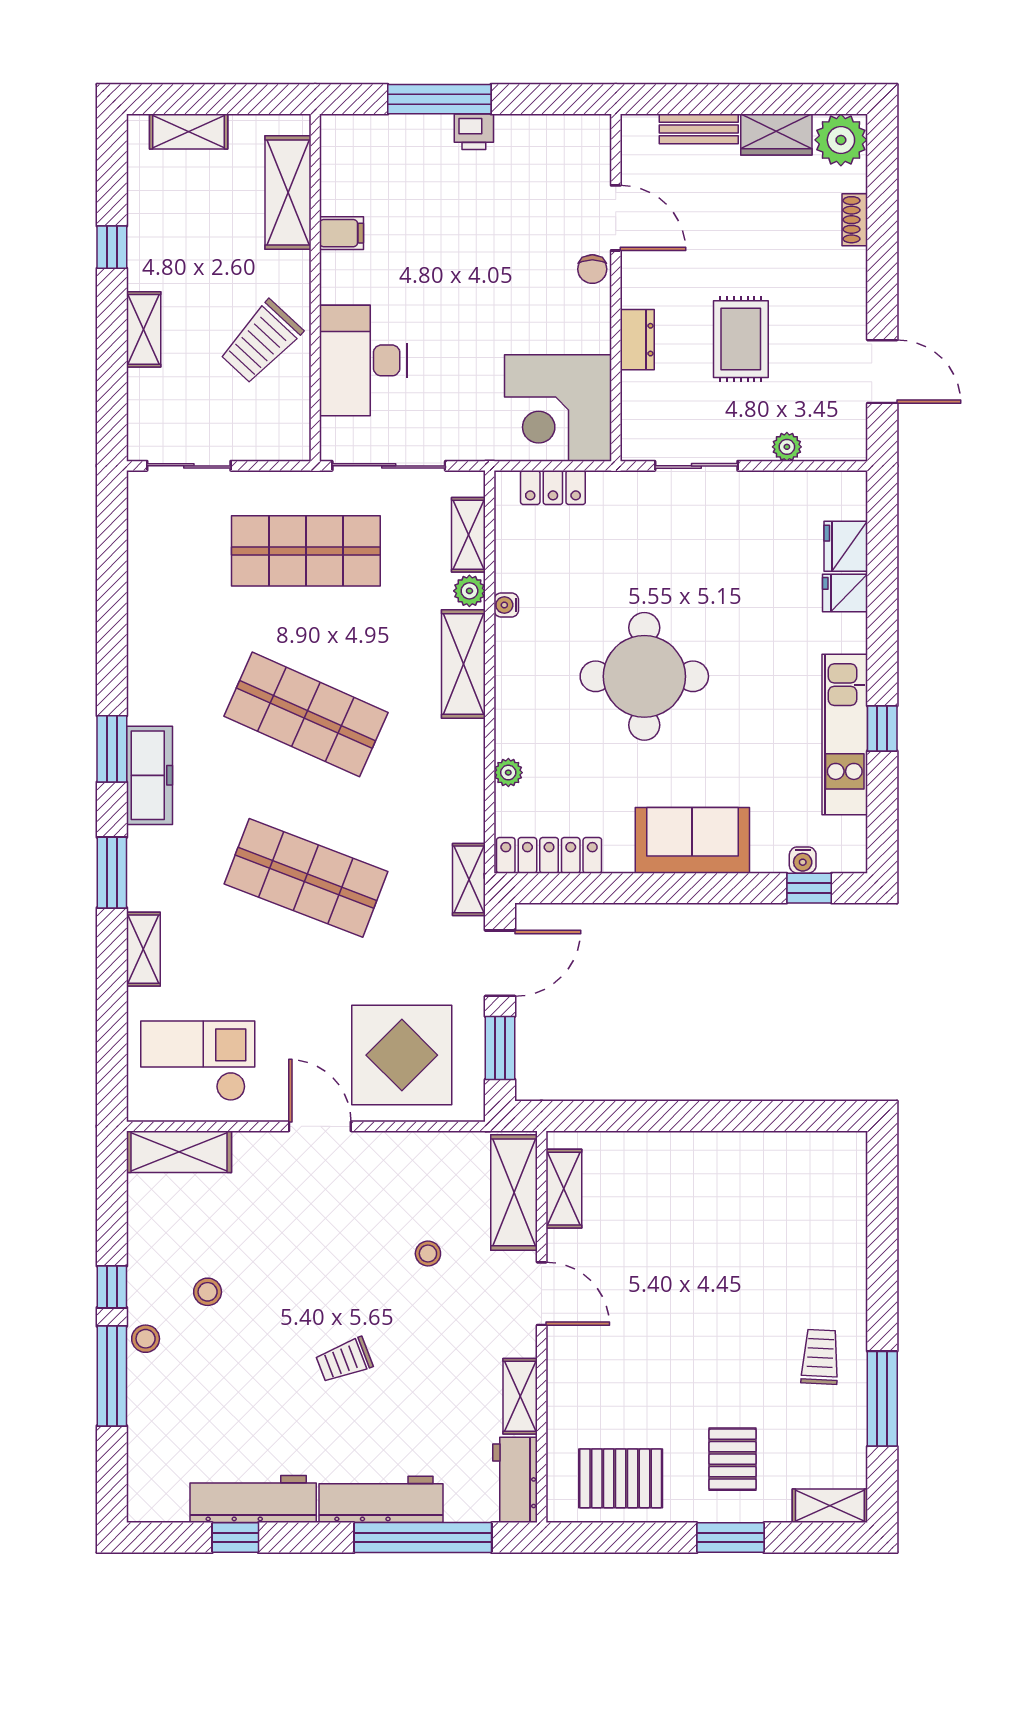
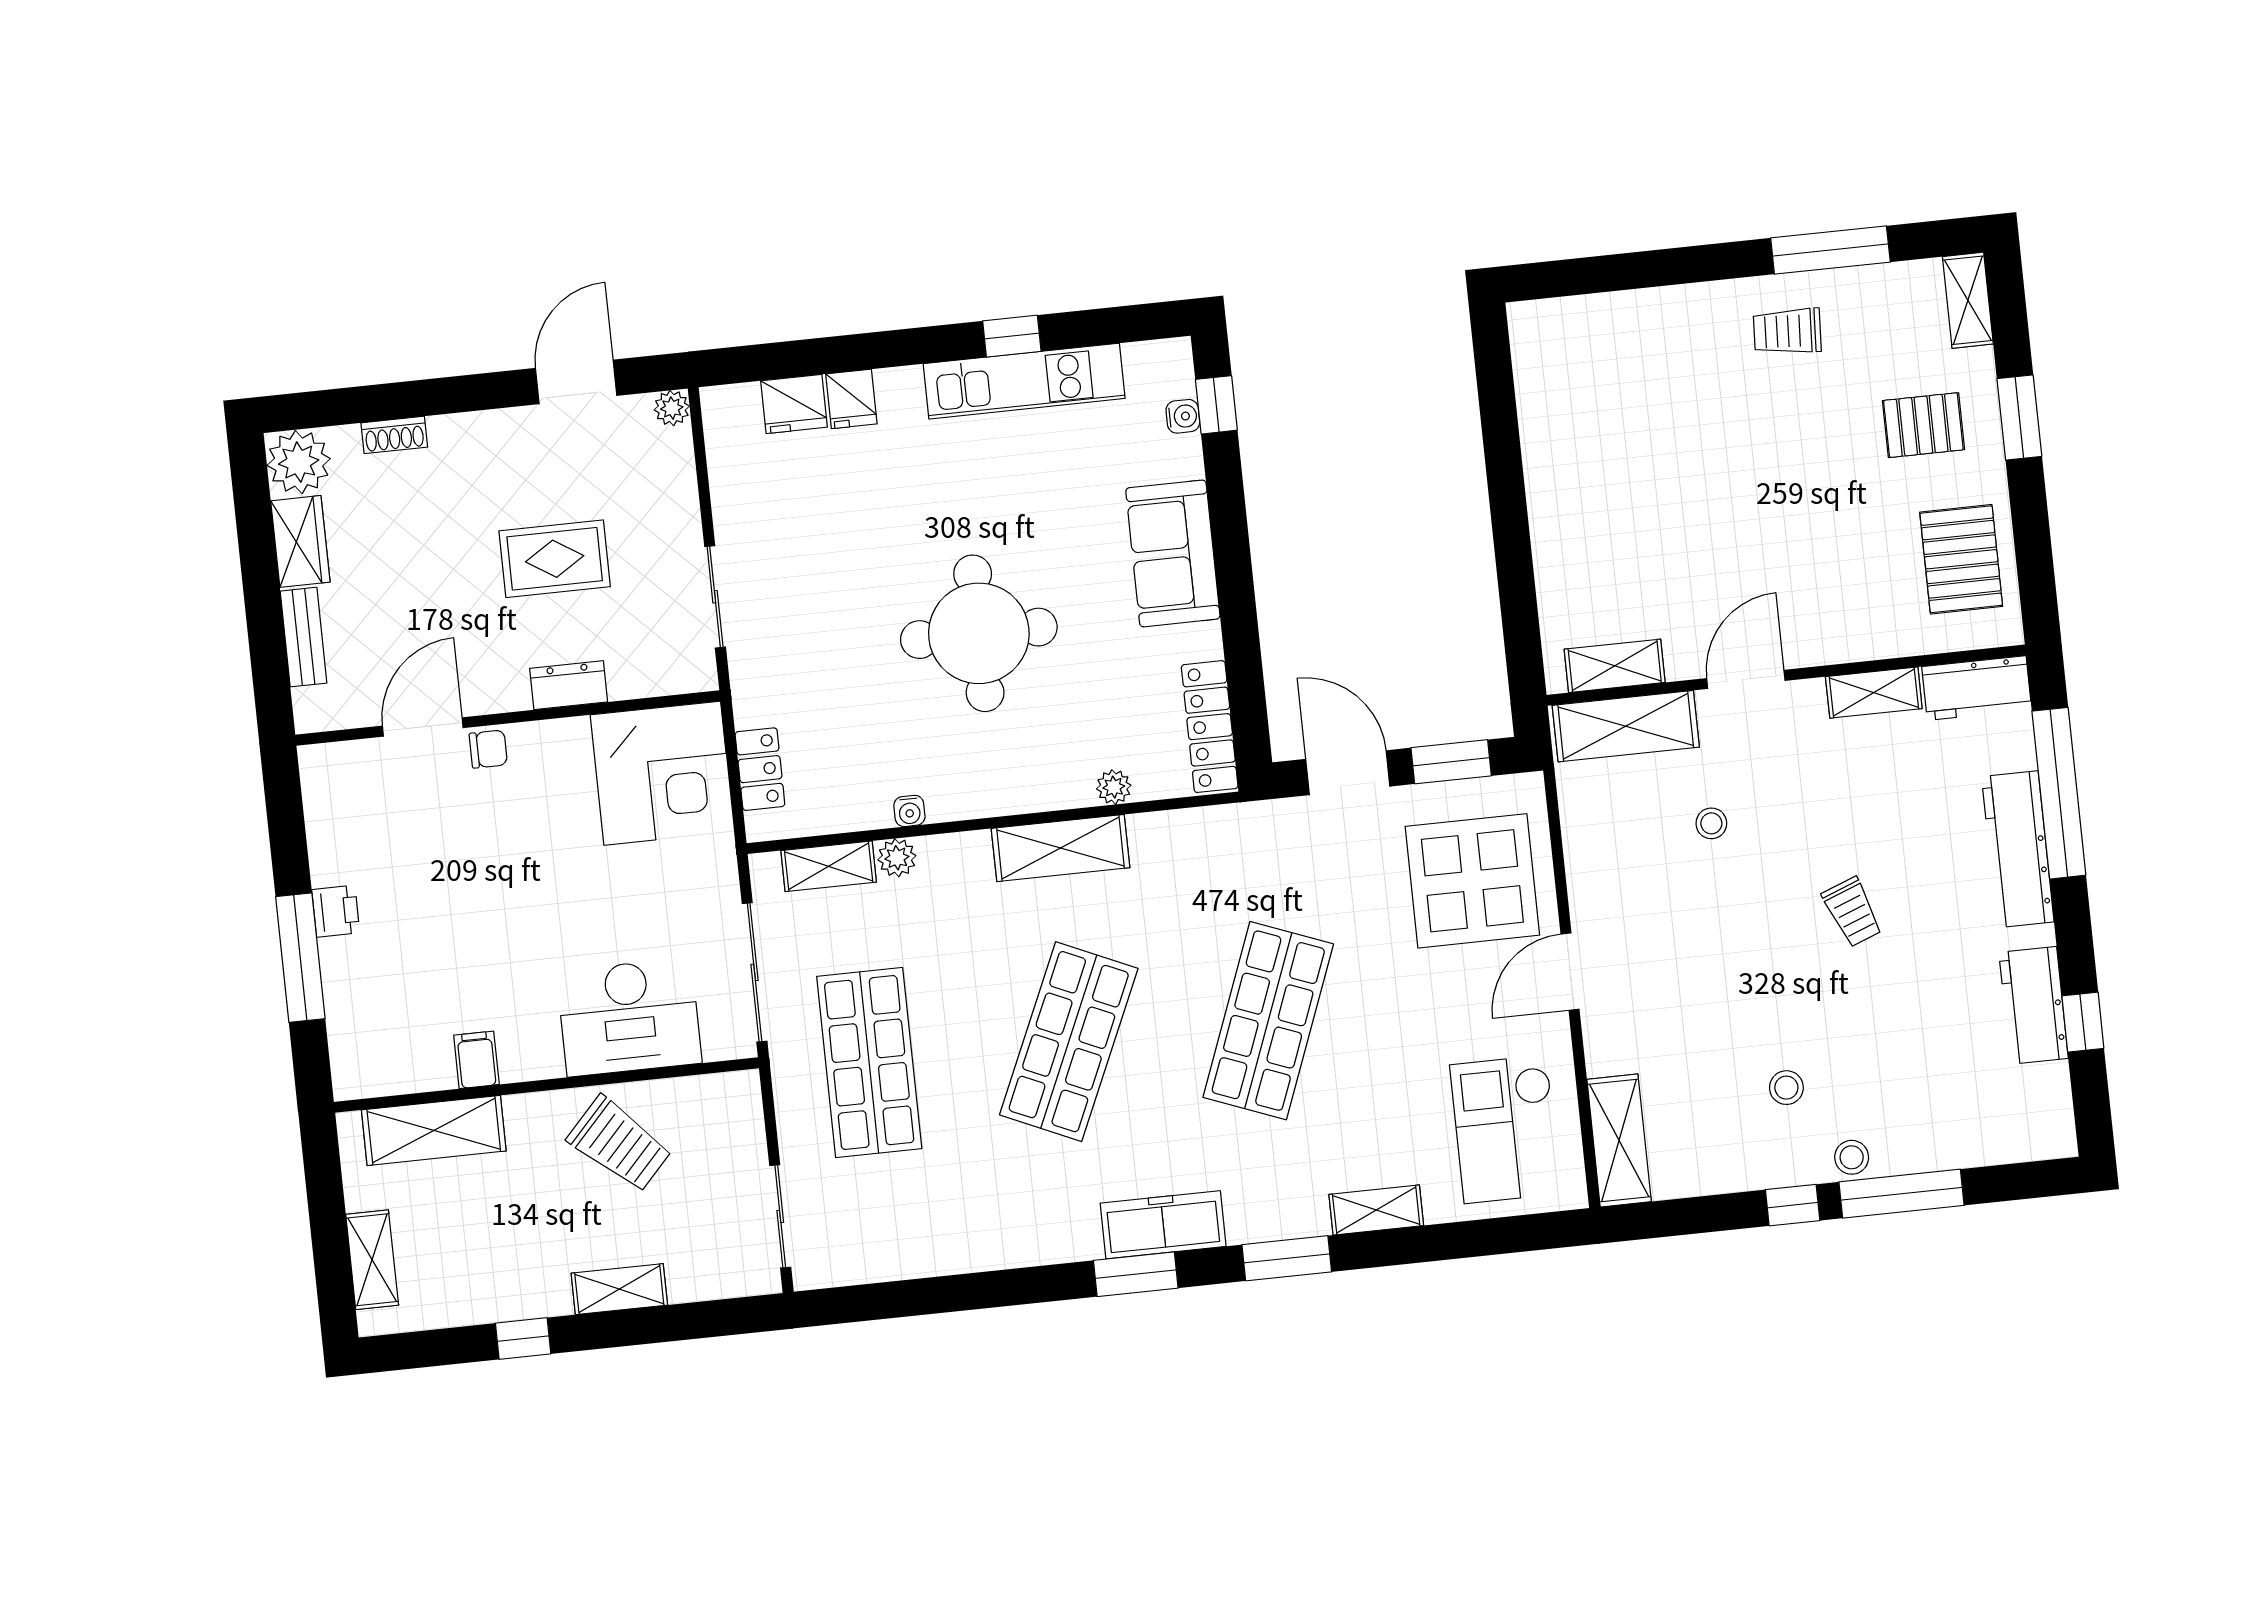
plant: (787, 447) -> (672, 408), moved
shelving: (463, 664) -> (1061, 848), moved
shelving: (469, 879) -> (1249, 821), removed
workbench: (253, 1499) -> (2034, 1005), width x0.73

